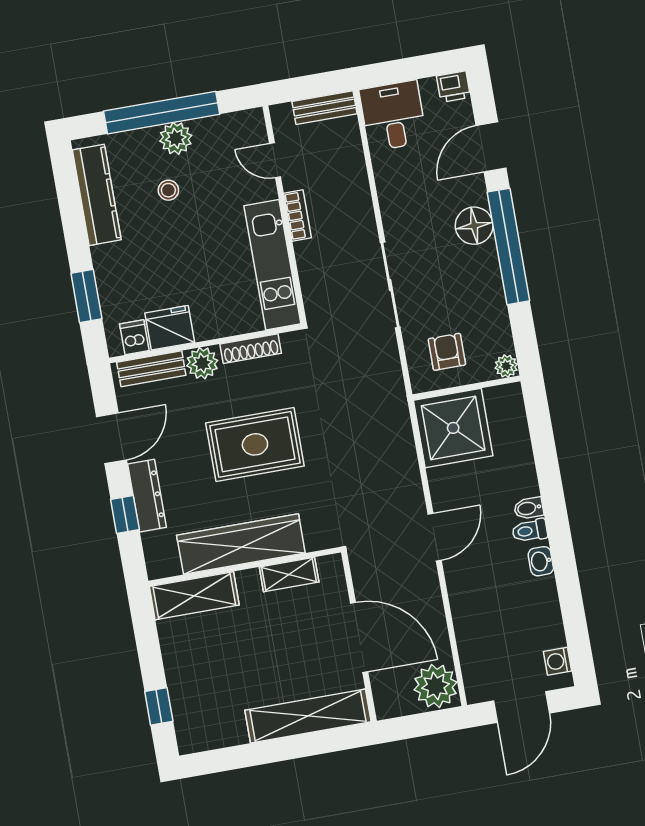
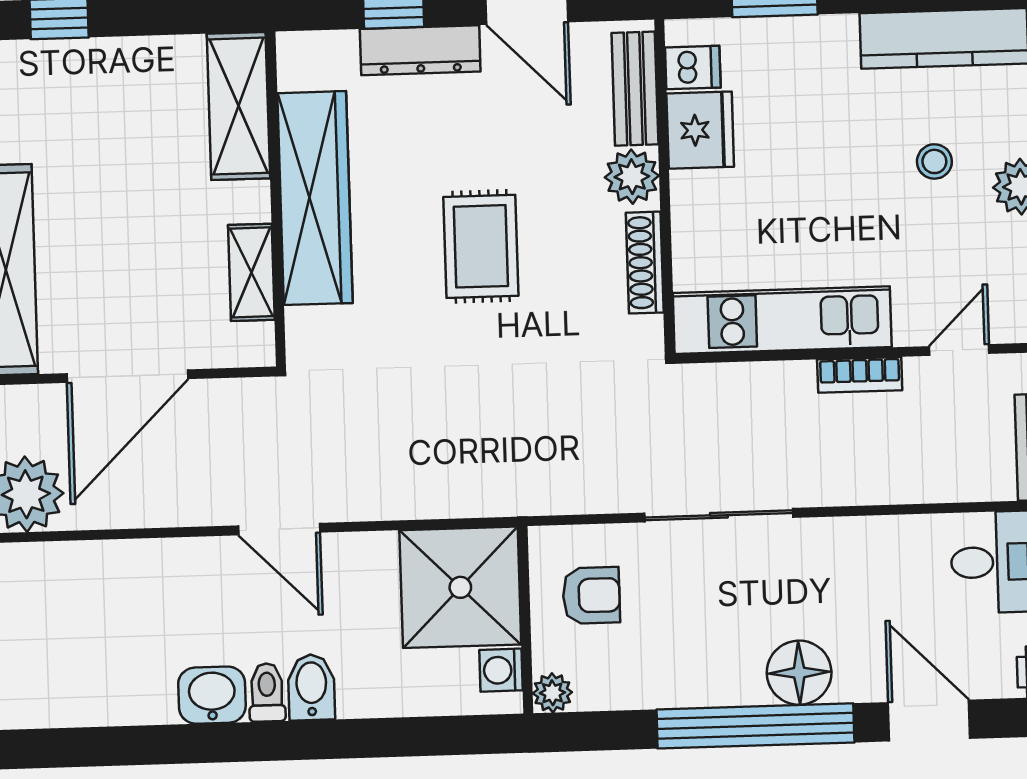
rug: (255, 444) -> (481, 246), width x0.73, depth x0.70
bidet: (529, 508) -> (311, 687), width x1.38, depth x1.36
washbasin: (541, 561) -> (212, 695), width x1.38, depth x1.45
washing machine: (558, 661) -> (501, 670), moved, turned -90

